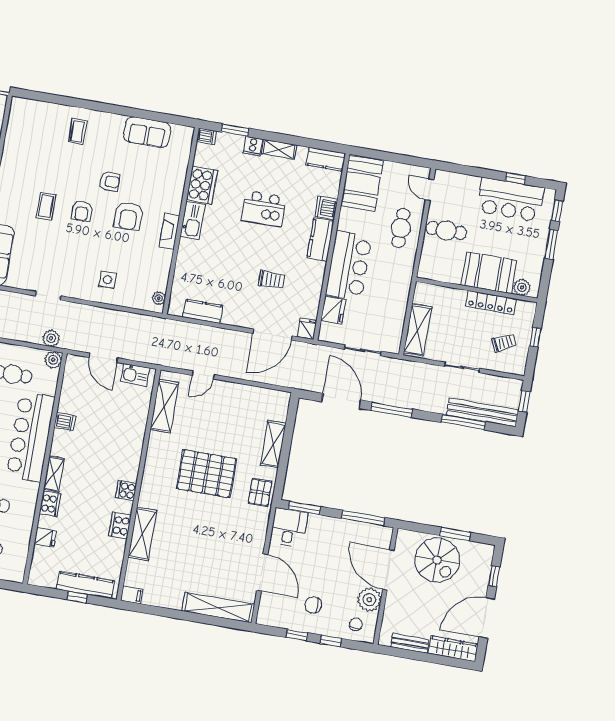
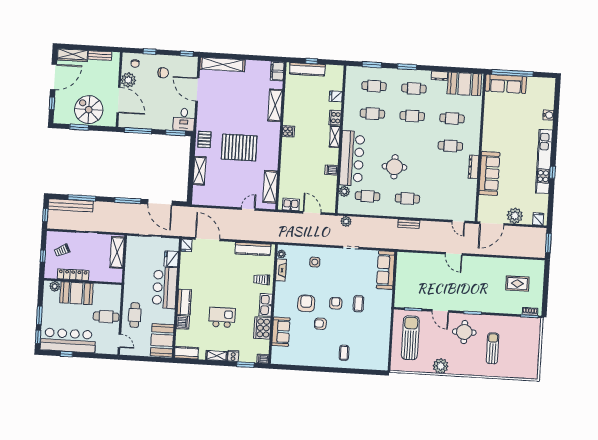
sofa: (147, 132) -> (281, 332), moved, turned 90
bar counter: (510, 200) -> (68, 340), width x1.36
fireplace: (169, 231) -> (281, 270), moved
trolley: (271, 280) -> (262, 280), moved
kitchen counter: (203, 311) -> (253, 249), width x1.50
door: (272, 335) -> (208, 239), hinge flipped
plant: (53, 360) -> (344, 191), moved
cooker: (120, 525) -> (290, 109), removed
filing cabinet: (132, 595) -> (277, 71), width x2.00
window: (297, 635) -> (187, 54), moved

